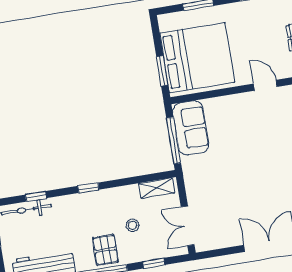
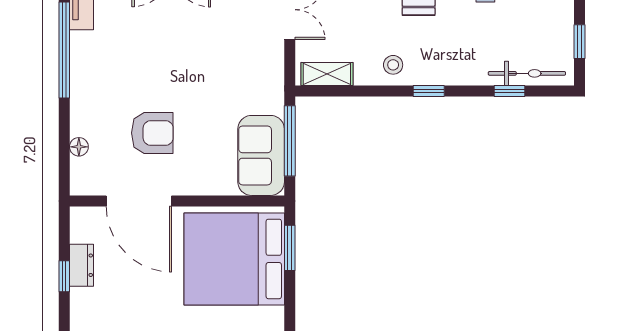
door: (265, 85) -> (139, 201), width x1.87
armchair: (264, 131) -> (152, 133), added
stool: (132, 225) -> (393, 65), moved

